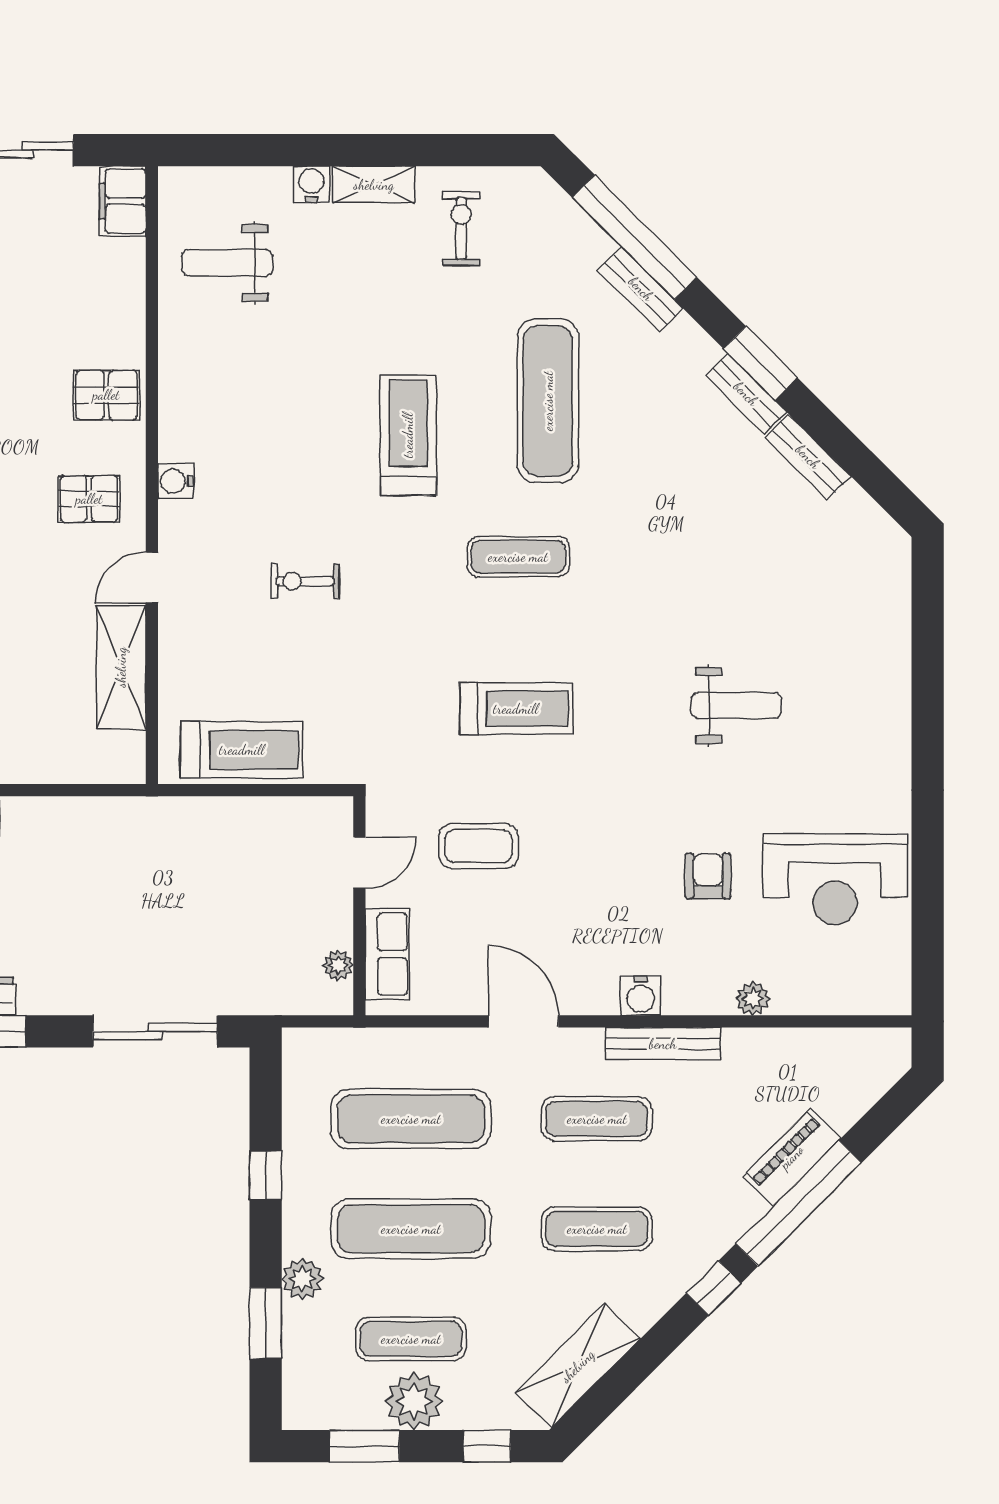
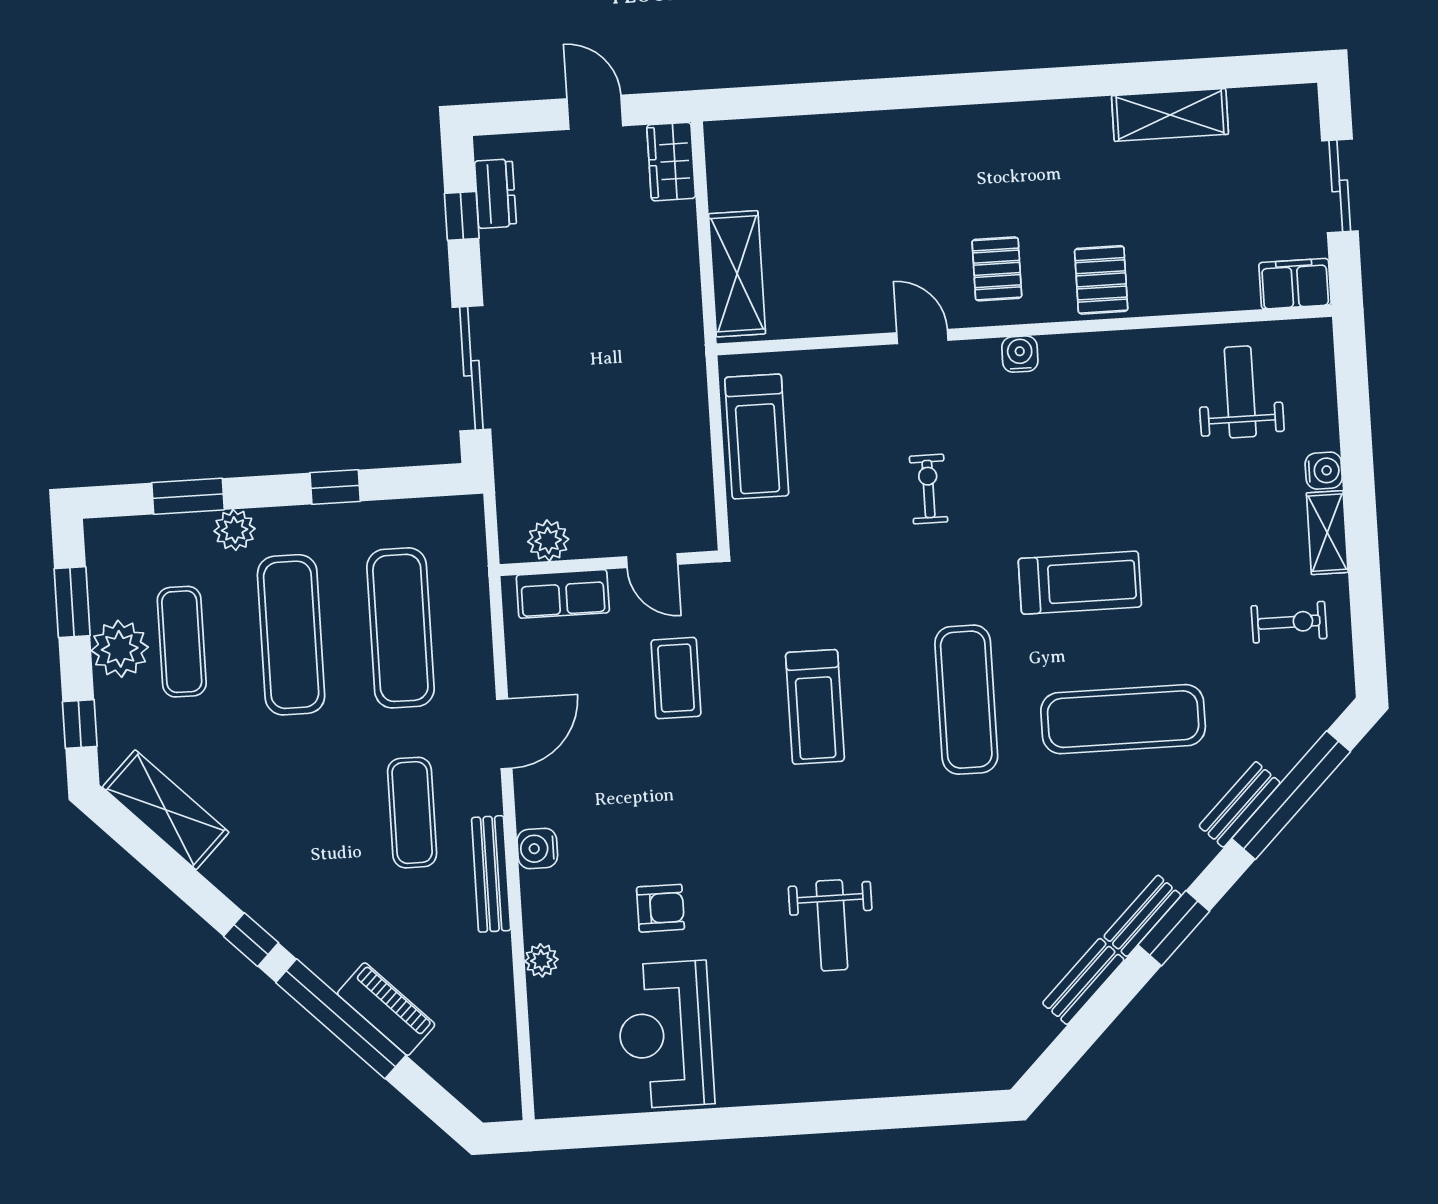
exercise mat: (518, 557) -> (966, 700), width x1.36, depth x1.45
shelving: (121, 667) -> (737, 274), moved, turned 90
plant: (338, 965) -> (548, 540), width x1.38, depth x1.38
exercise mat: (597, 1229) -> (303, 819), removed

